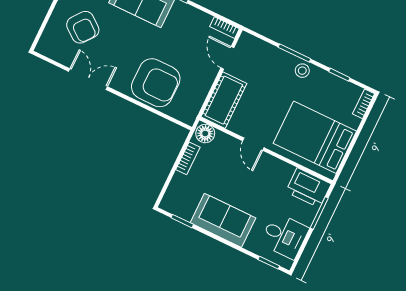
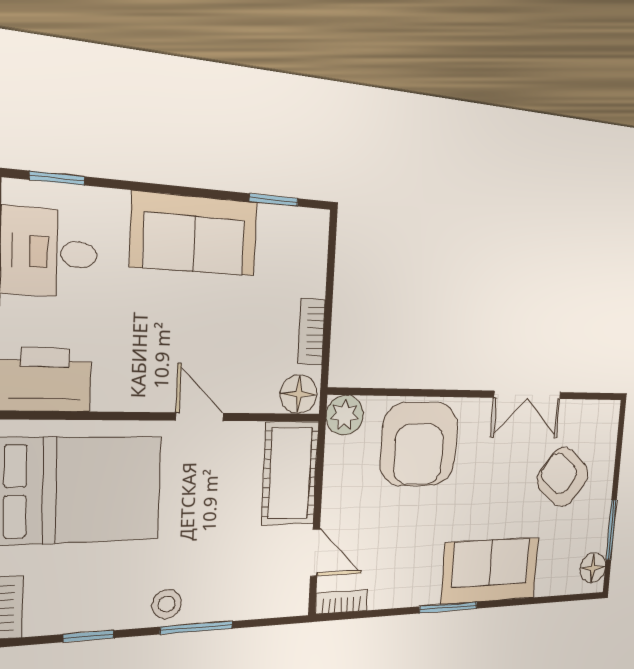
armchair: (156, 83) -> (419, 444), turned -90
plant: (187, 114) -> (345, 415), added

